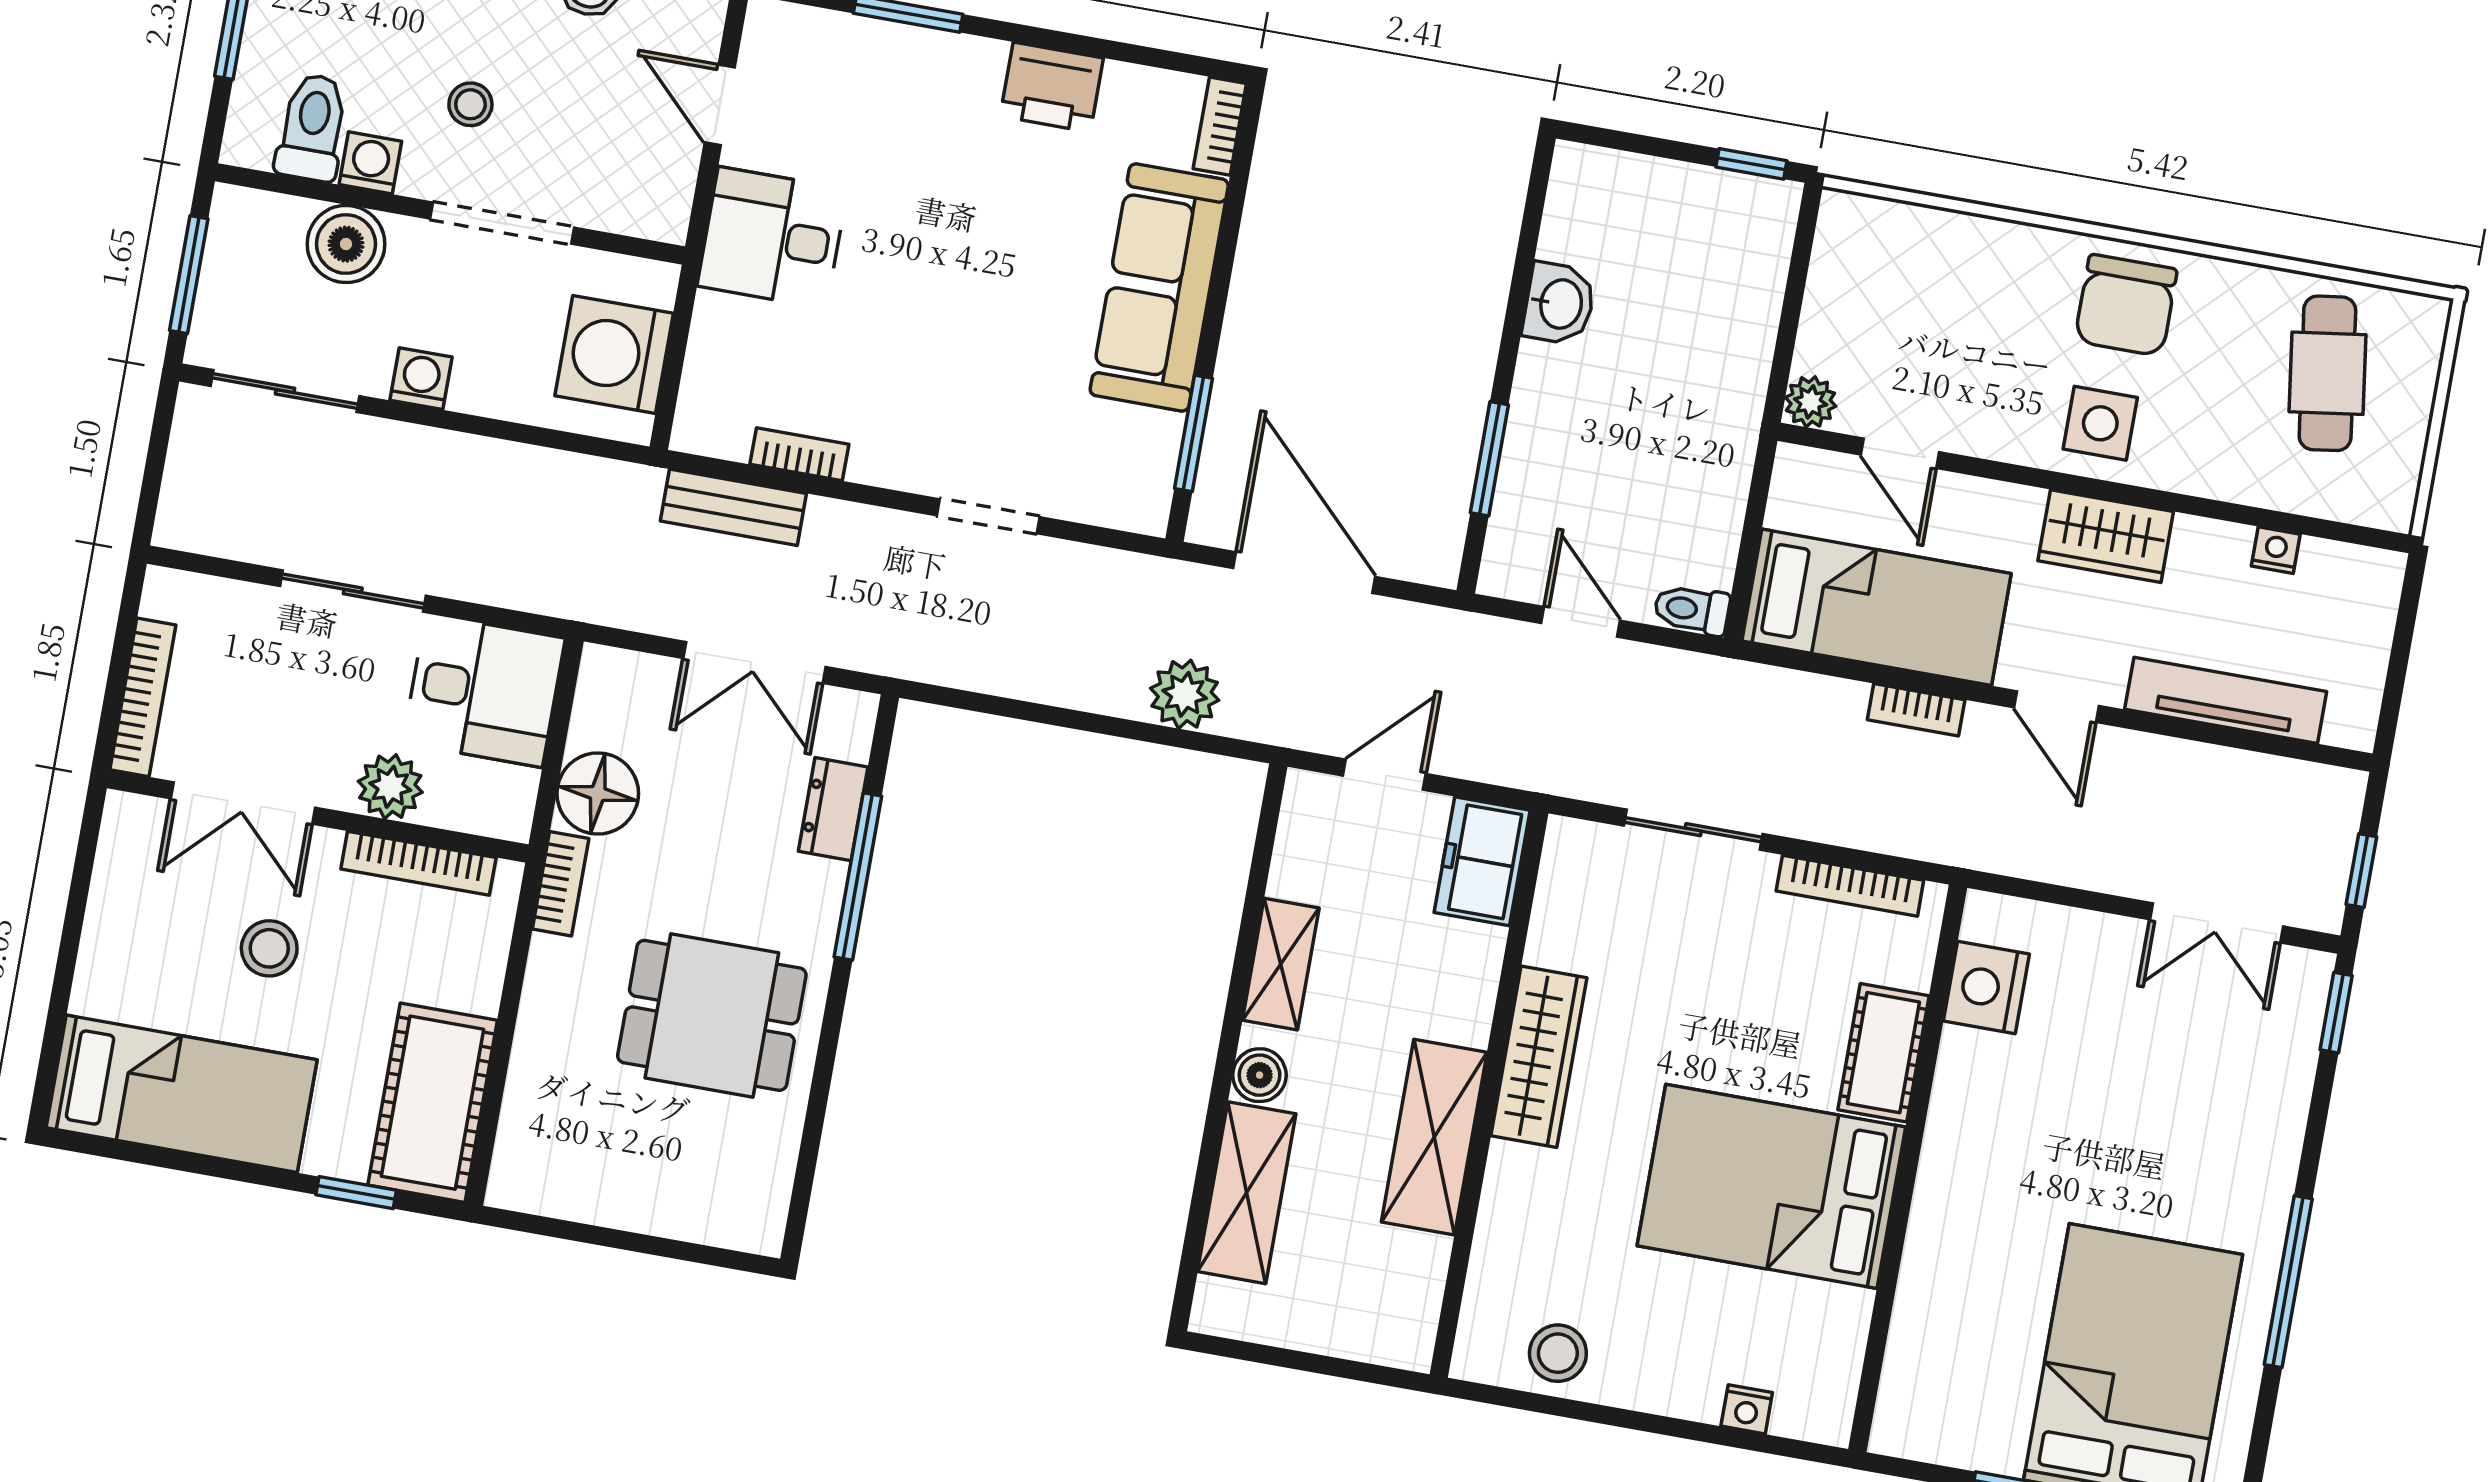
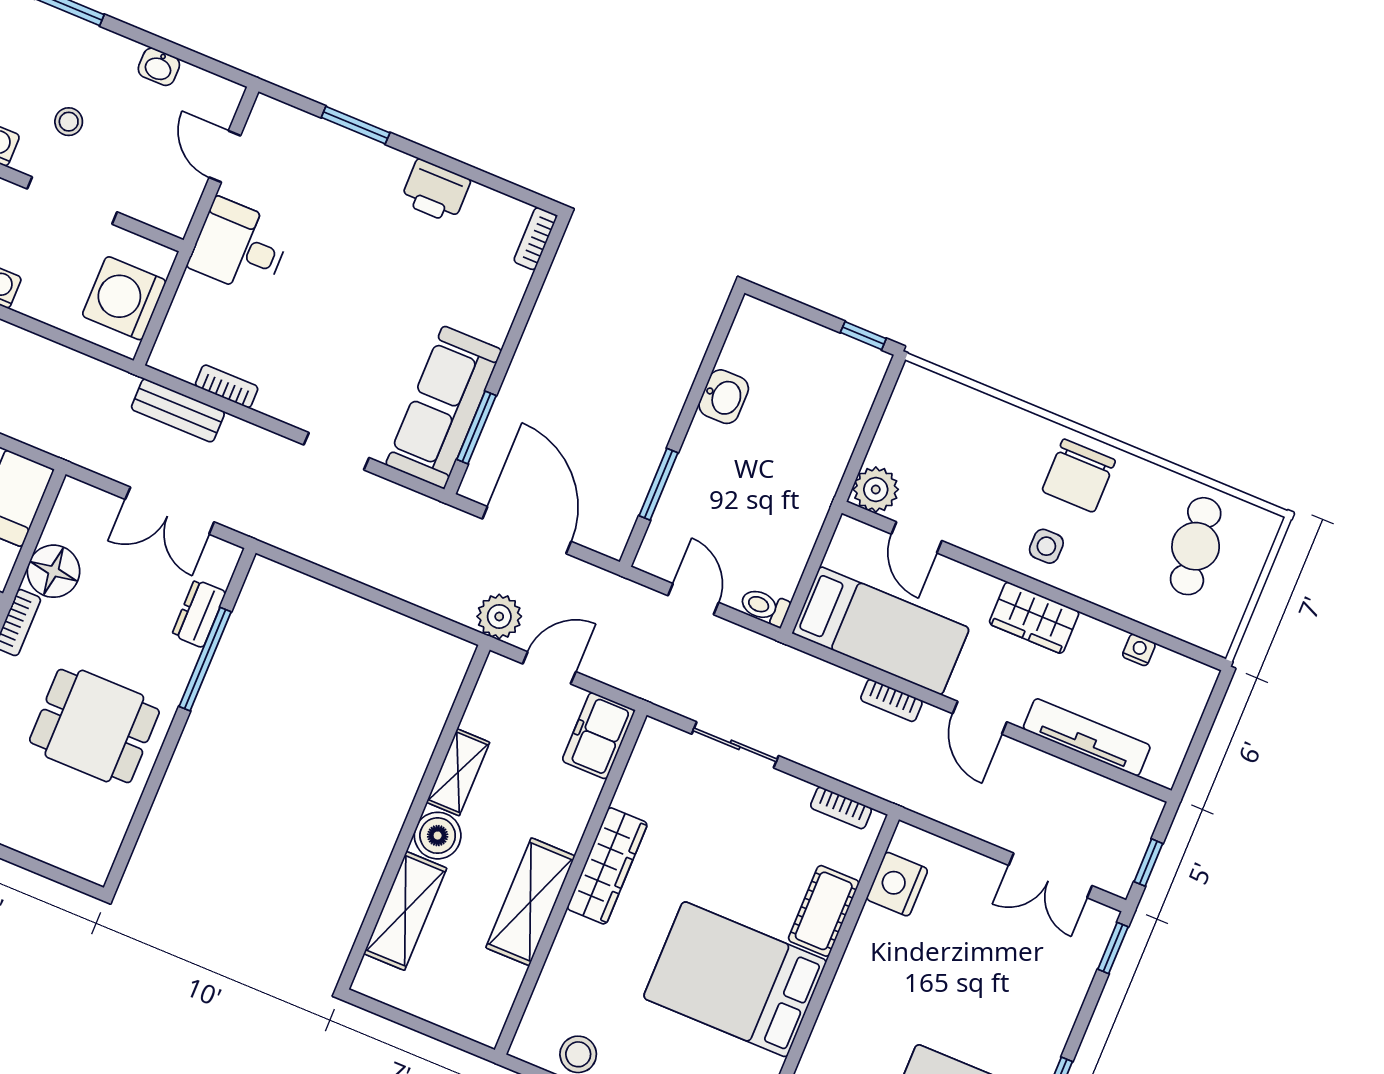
sofa: (1159, 287) -> (444, 407), moved
plant: (1811, 402) -> (876, 489), width x1.38, depth x1.38
side table: (2100, 423) -> (1046, 546), width x0.73, depth x0.73
plant: (1185, 694) -> (499, 616), moved
bookcase: (1850, 886) -> (841, 808), width x0.64
boiler: (1260, 1075) -> (438, 836), width x1.36, depth x1.36

